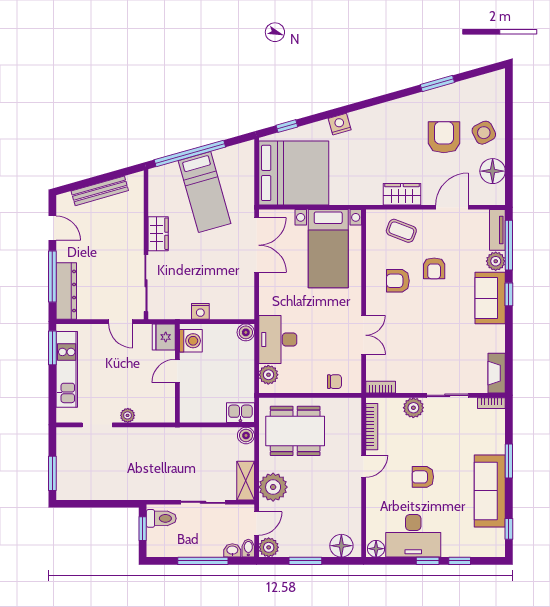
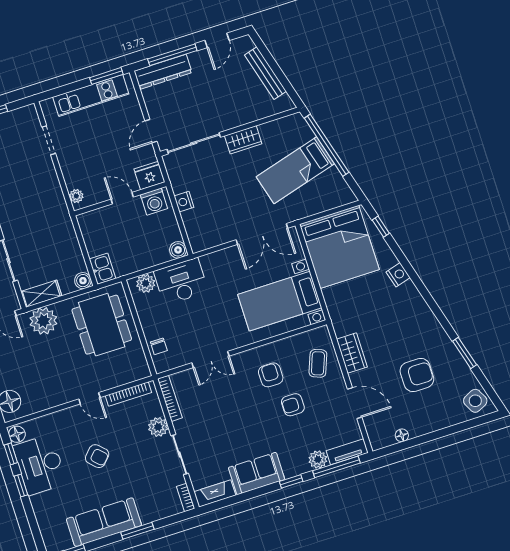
side table: (484, 133) -> (475, 401), moved
floor lamp: (493, 171) -> (402, 435), width x0.53, depth x0.53
sofa: (490, 298) -> (257, 474), moved
bookcase: (381, 387) -> (170, 398), width x1.56
plant: (128, 415) -> (76, 196), moved
armchair: (423, 477) -> (97, 456), turned 134
window: (460, 561) -> (11, 454), moved

